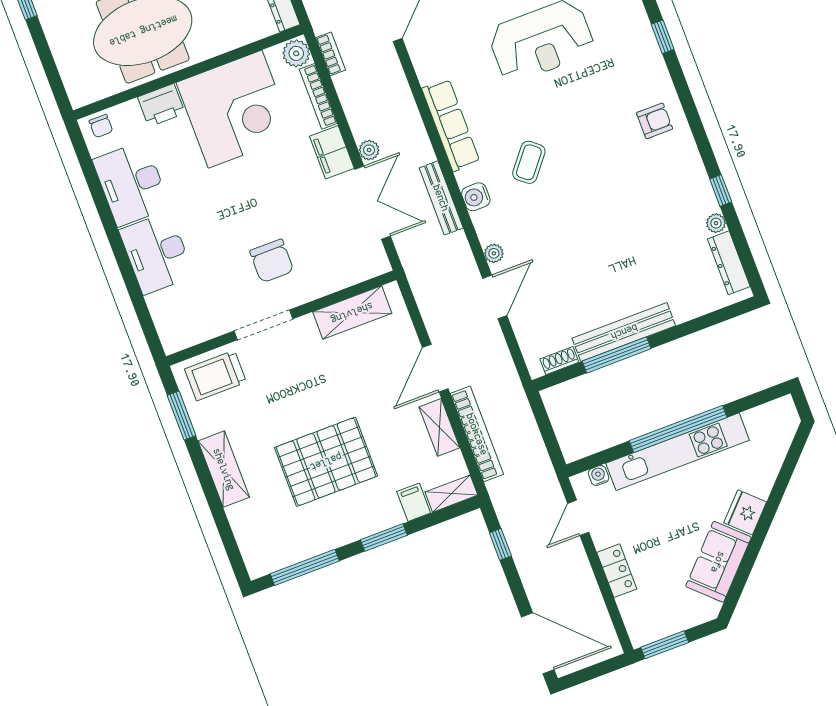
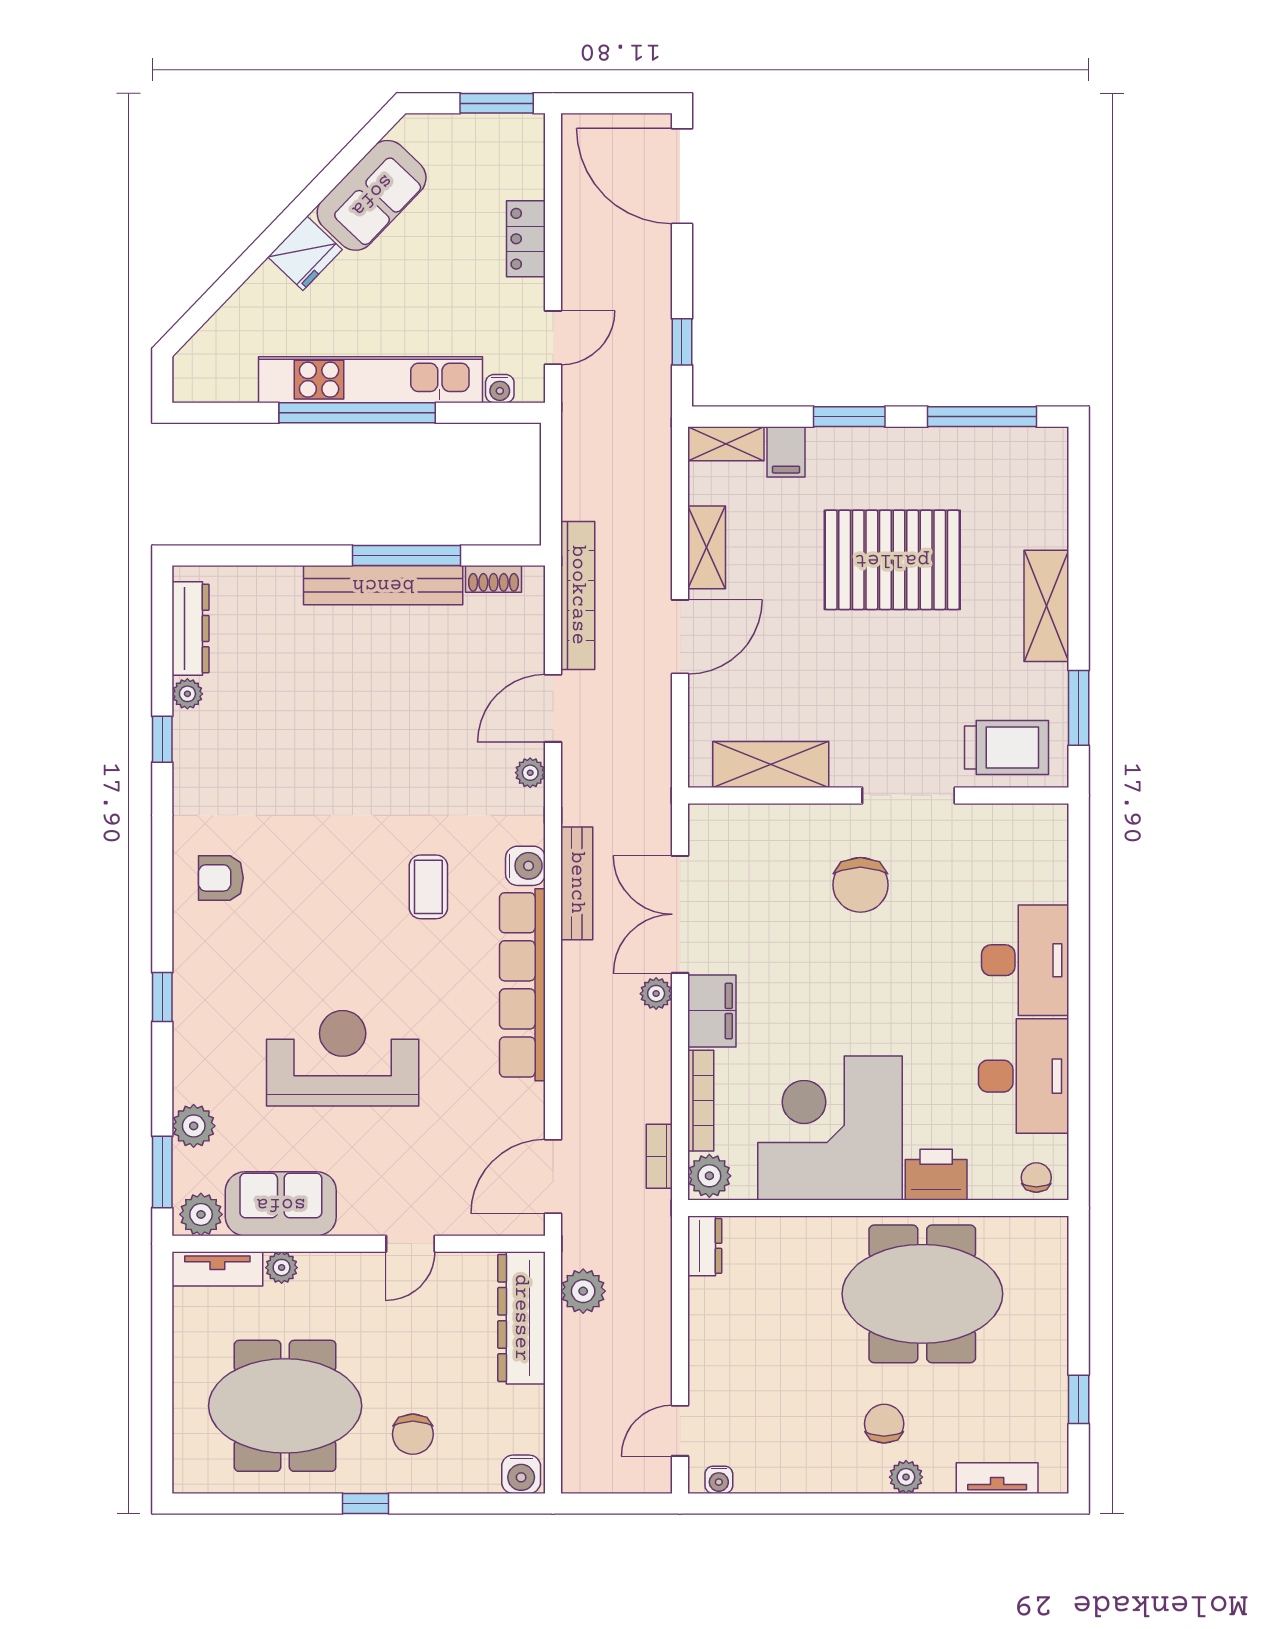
row of seats: (451, 125) -> (522, 985), width x1.36
coffee table: (529, 162) -> (428, 887), turned -39
chair: (272, 261) -> (860, 885), turned 180
bookcase: (477, 434) -> (578, 595), moved, turned 180

